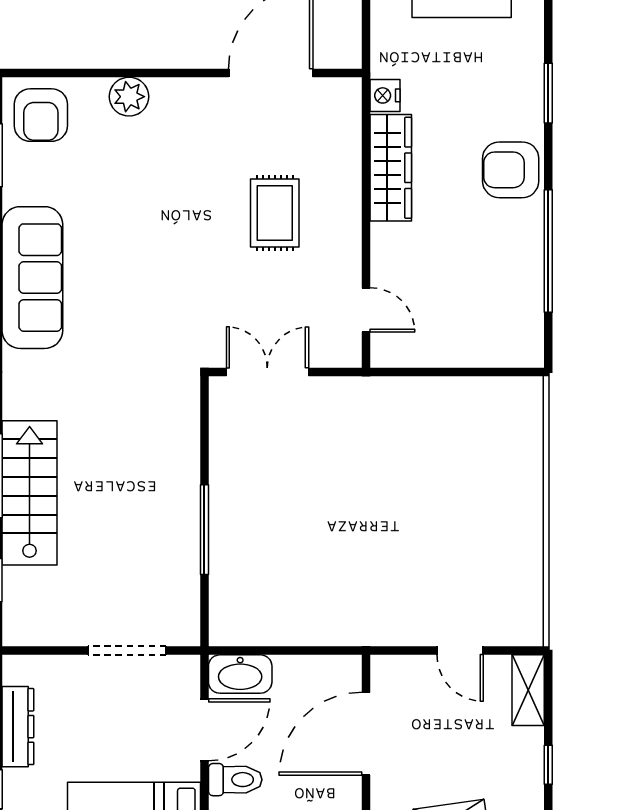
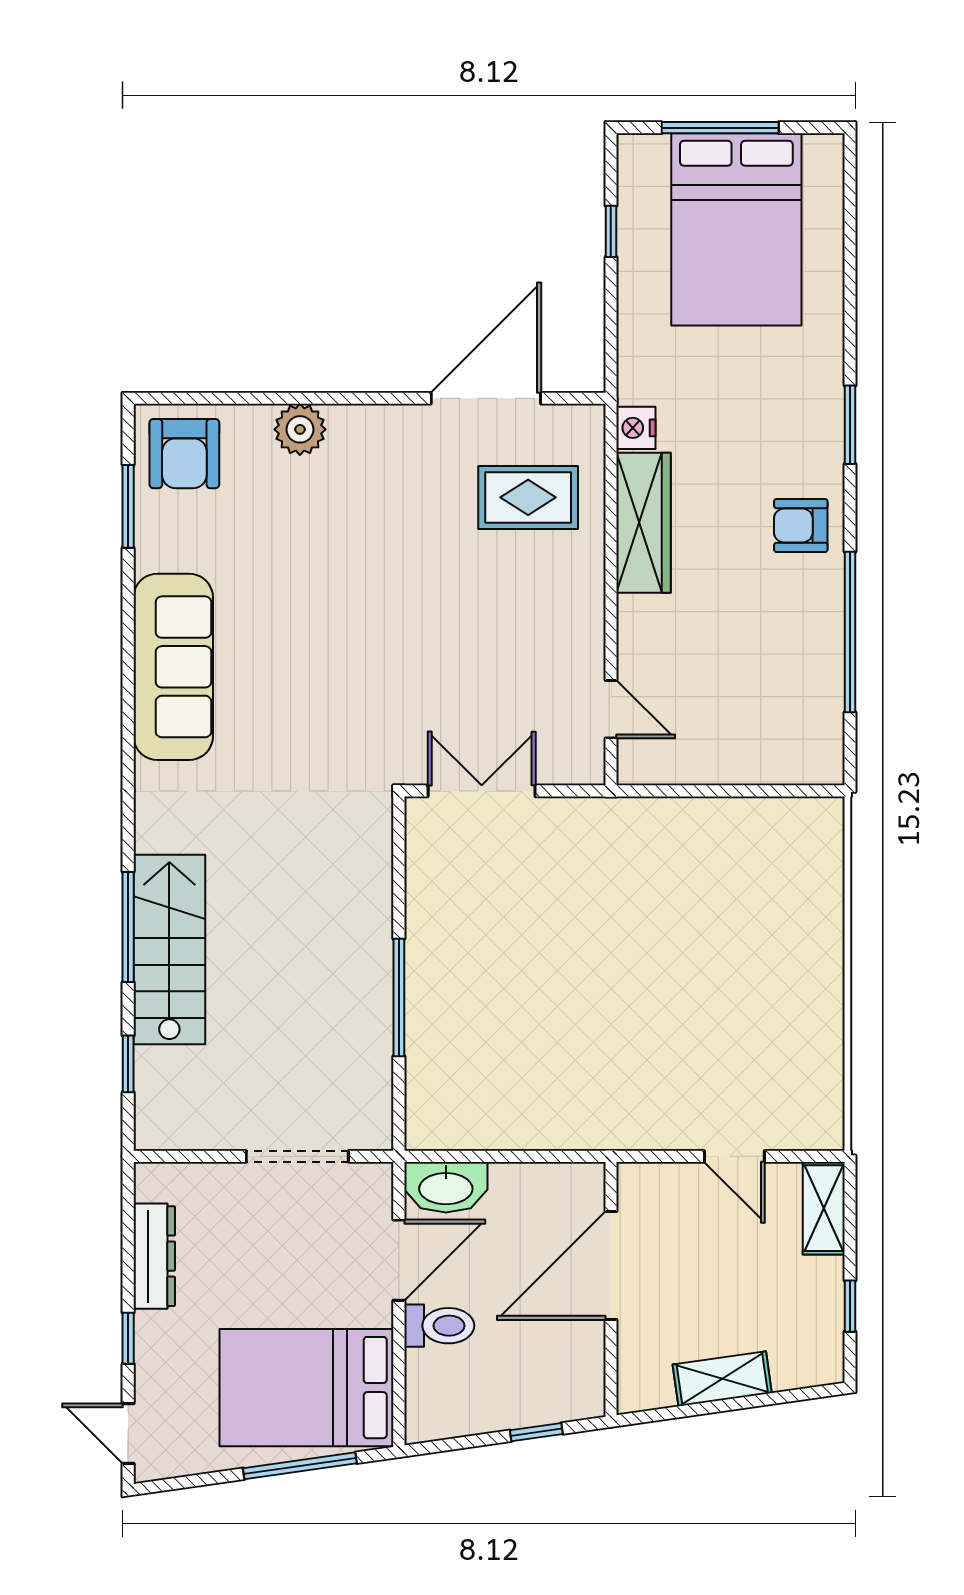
armchair: (511, 170) -> (801, 525), width x0.72, depth x0.72
rug: (275, 213) -> (528, 497), moved, turned 90

